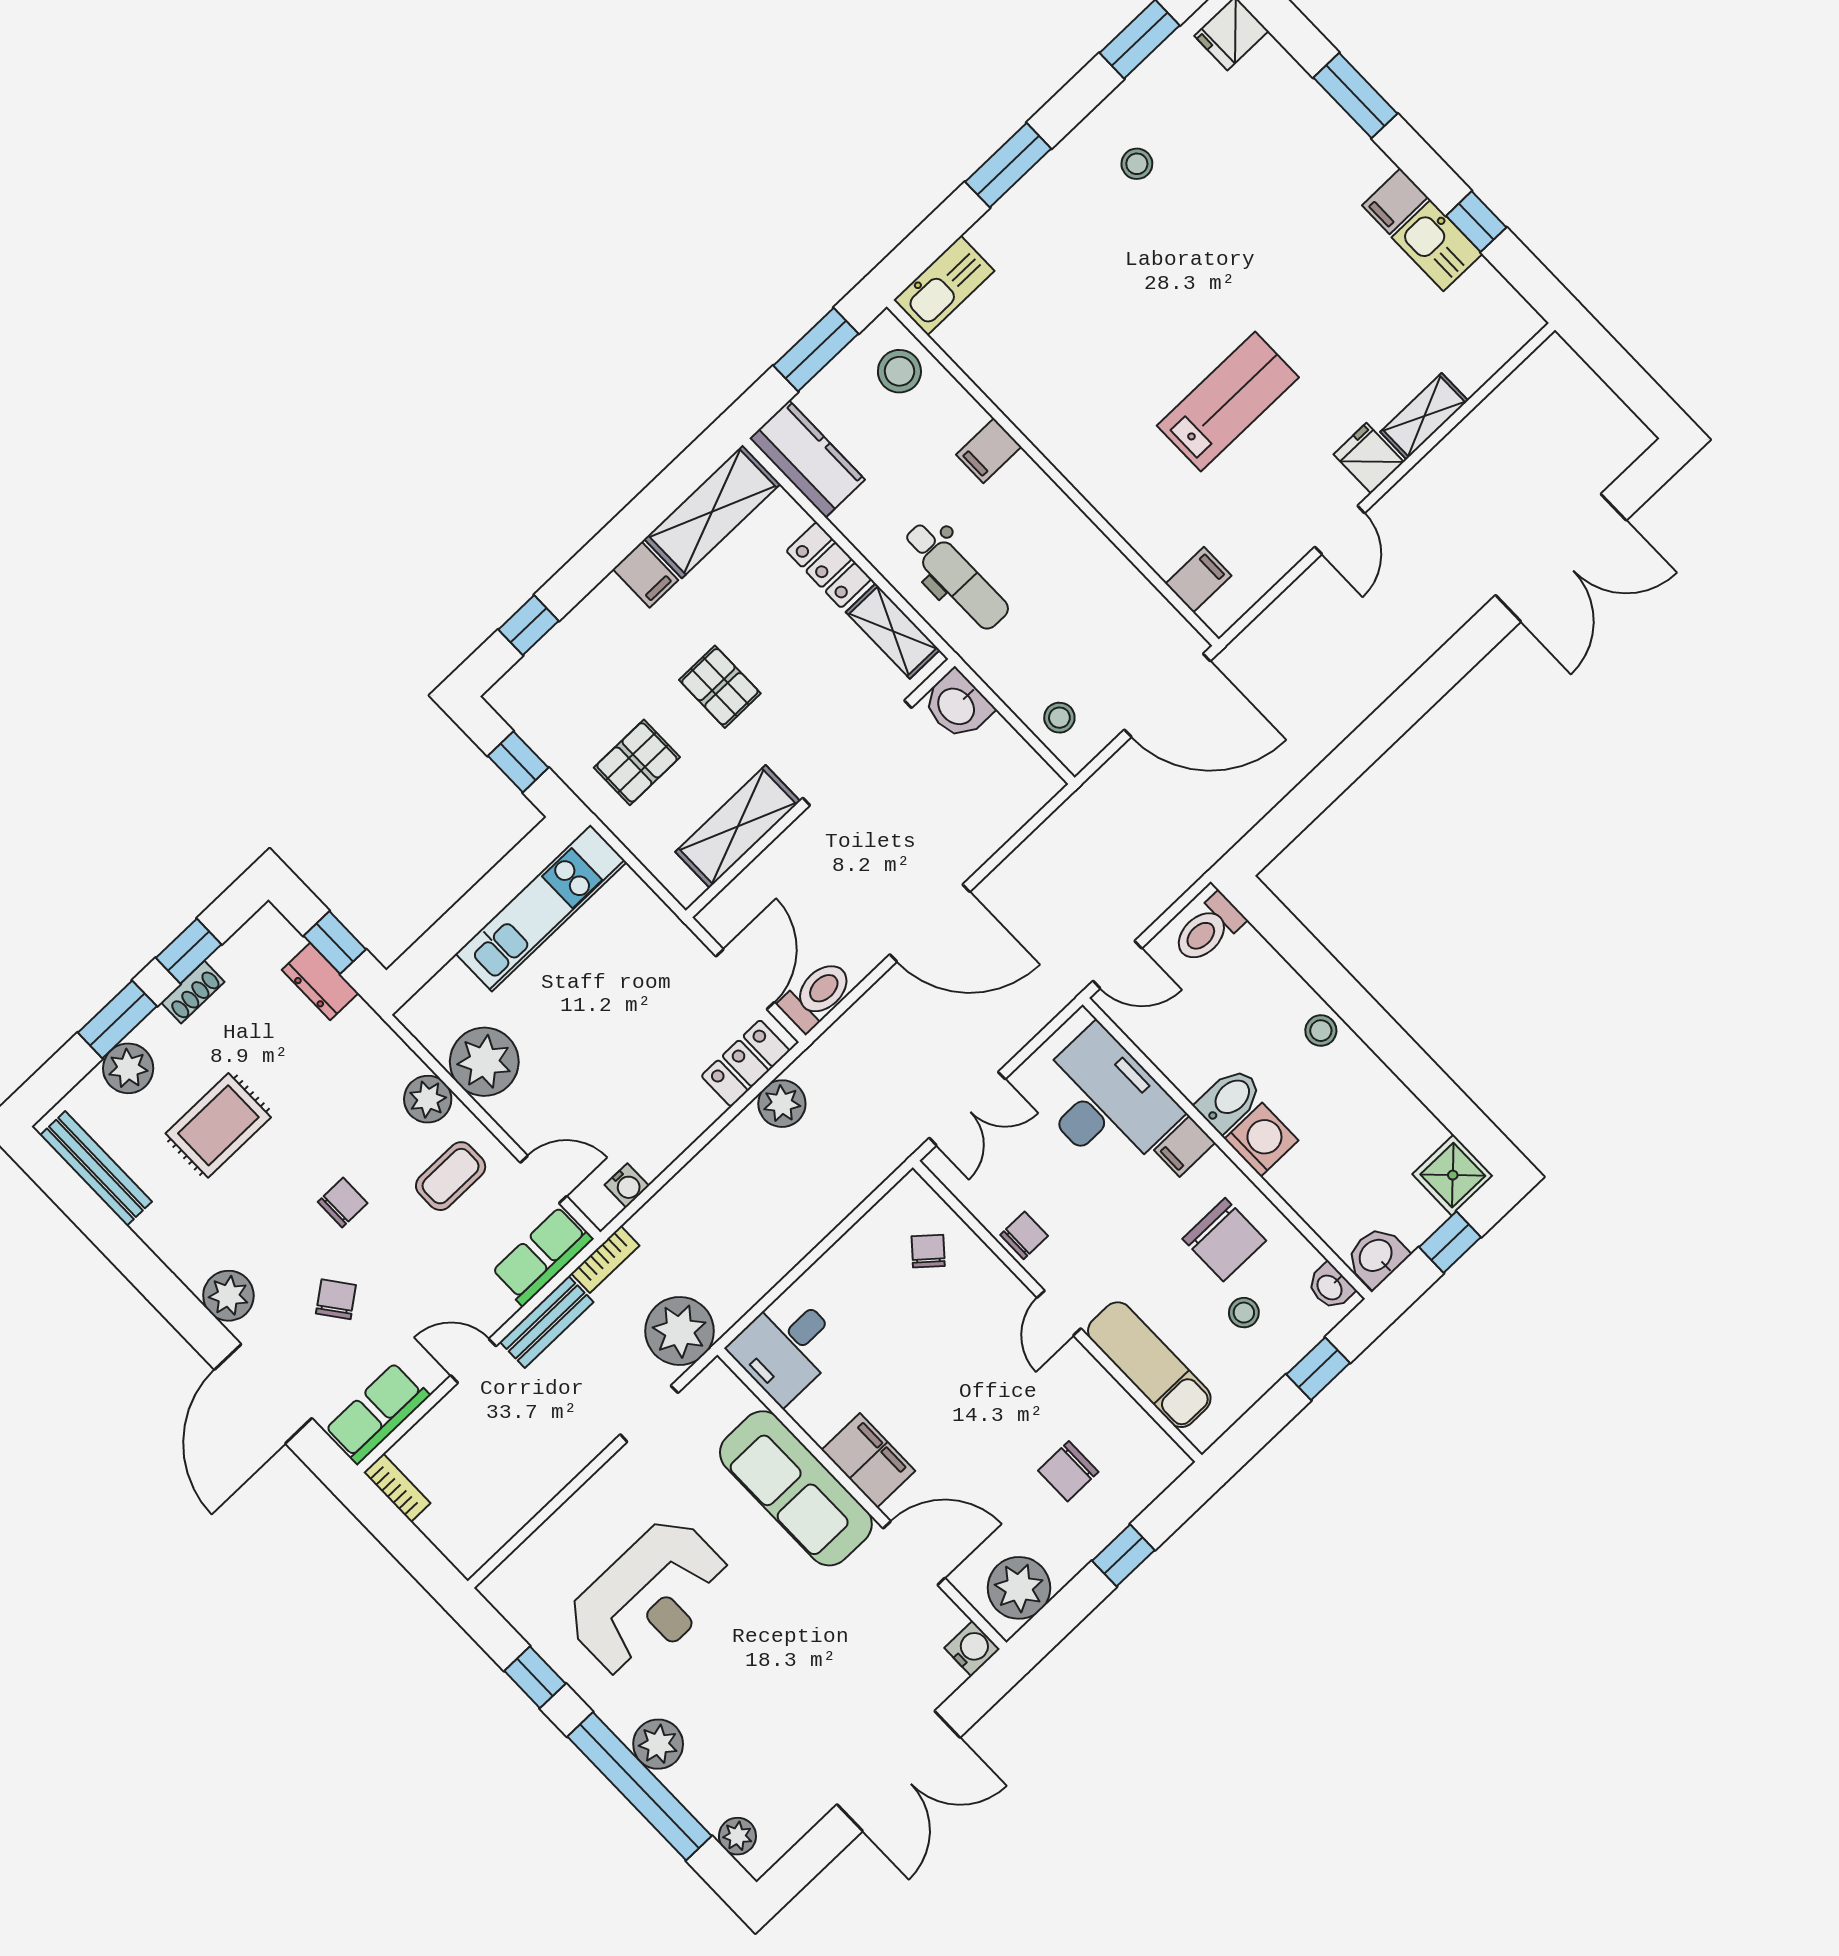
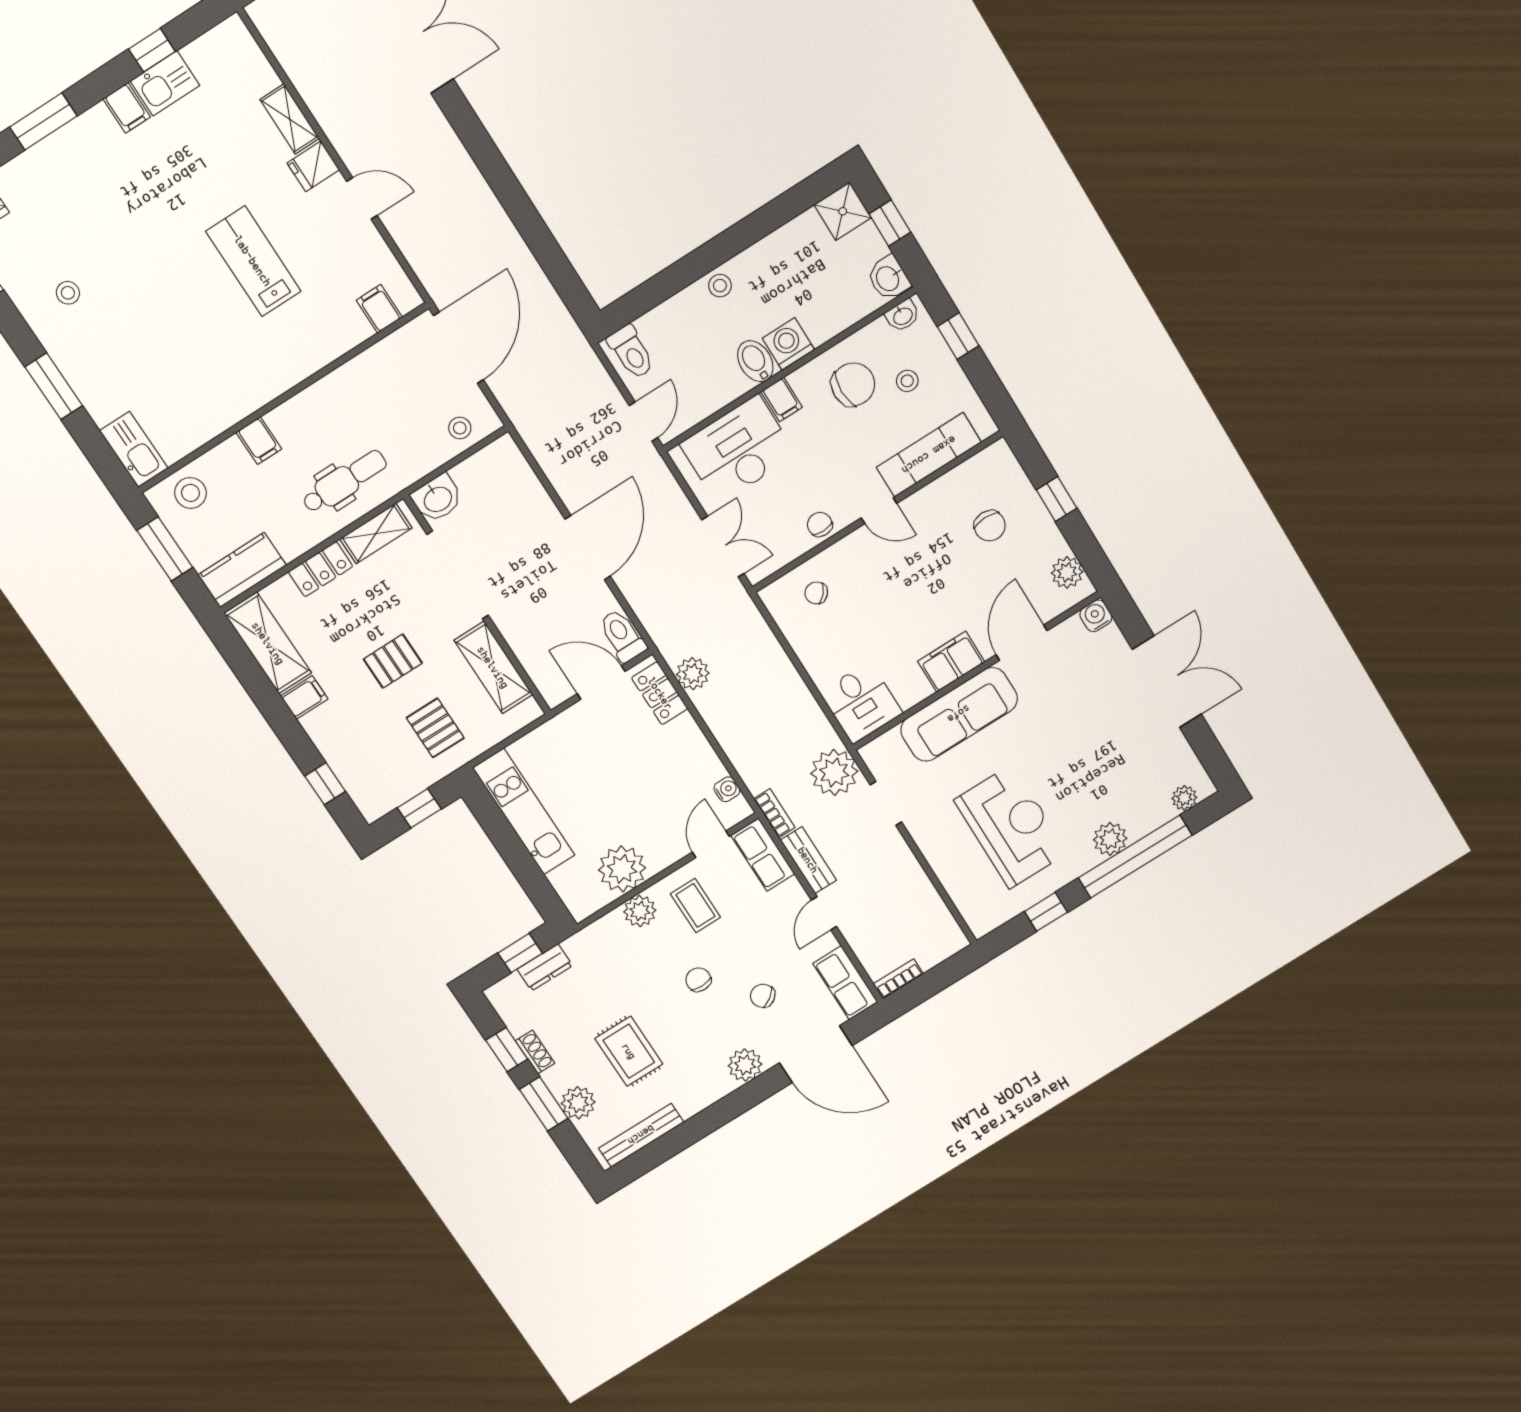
plant: (1019, 1588) -> (1067, 572), width x0.73, depth x0.73

